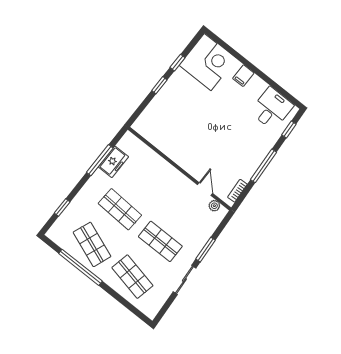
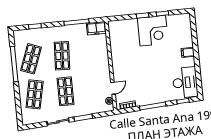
corner desk: (208, 62) -> (153, 31), moved
desk: (272, 109) -> (185, 82), width x1.37
freezer: (113, 162) -> (96, 28), moved

